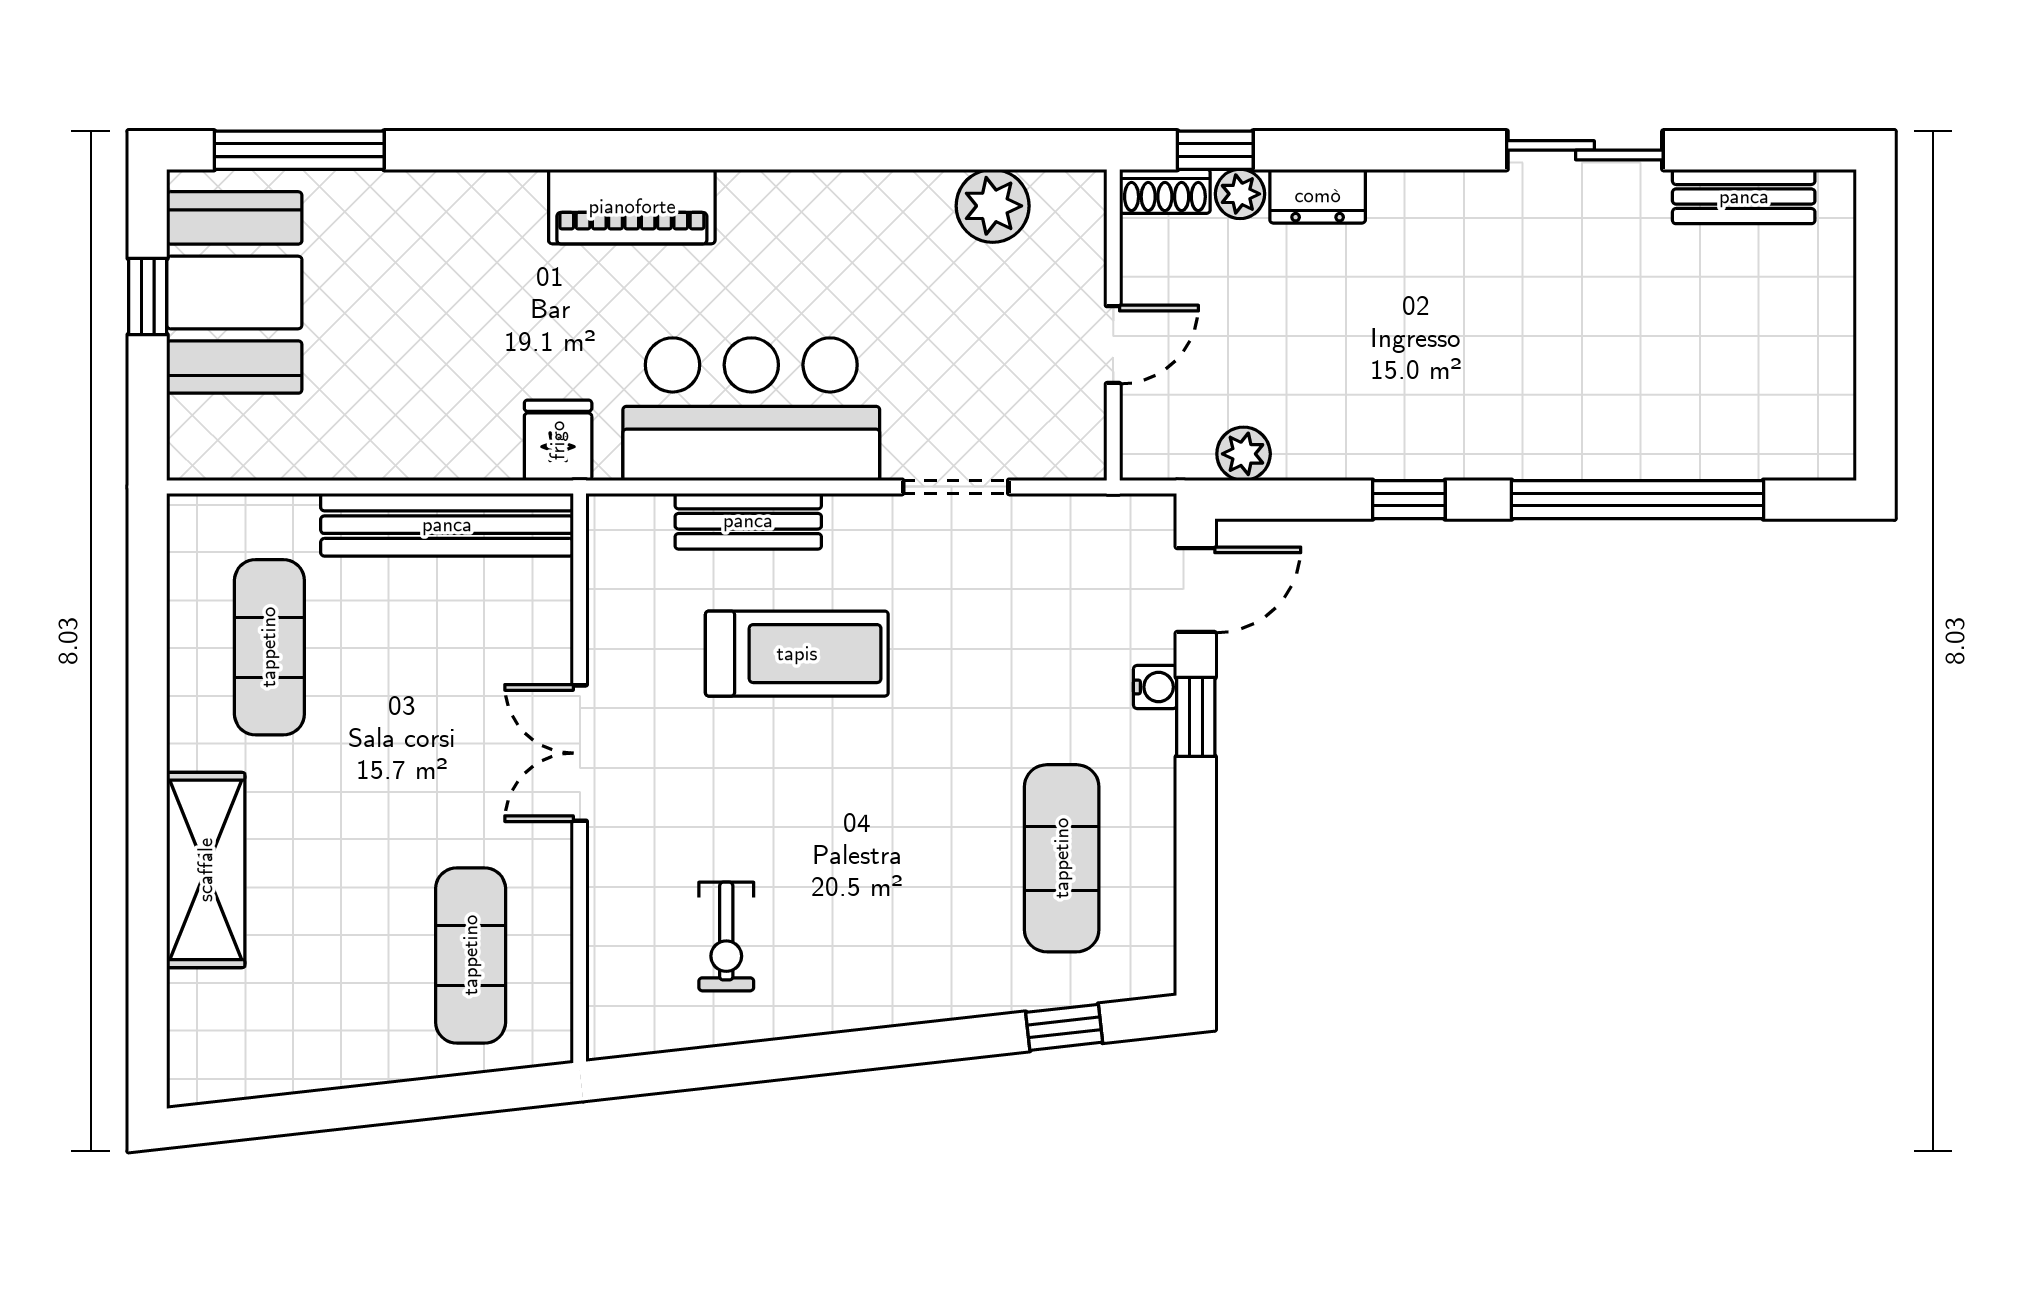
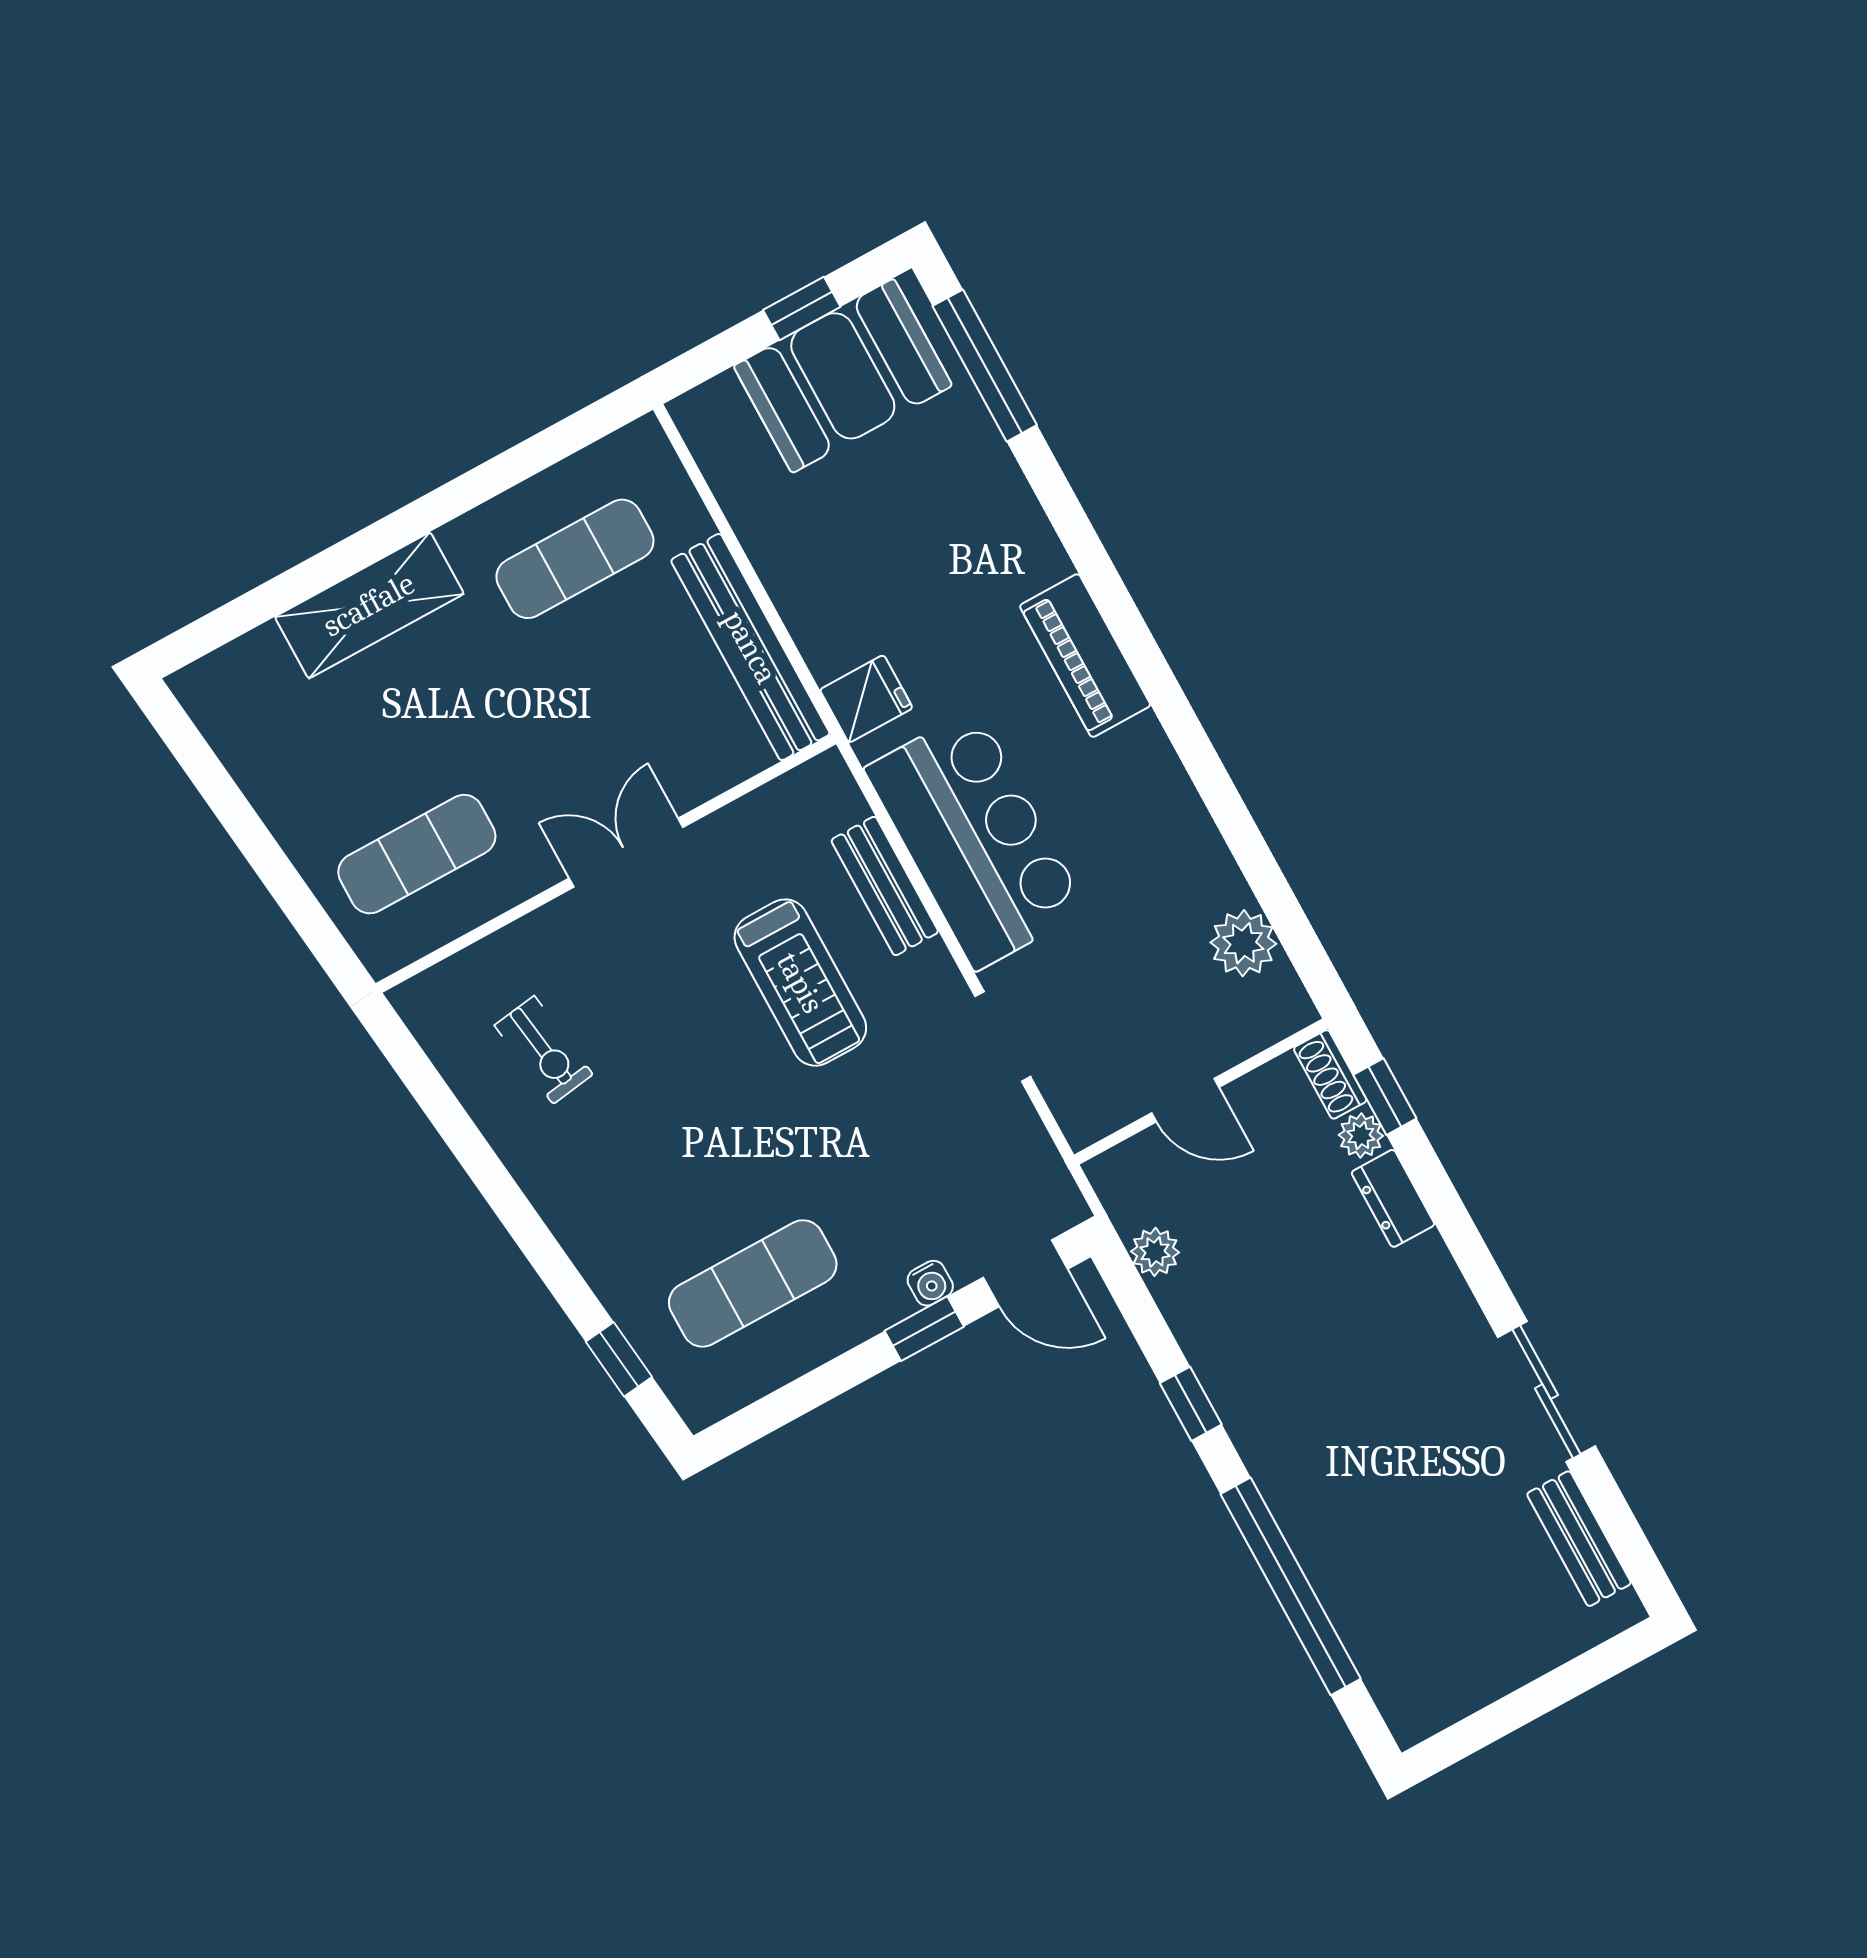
exercise bike: (726, 937) -> (544, 1050), turned -98

